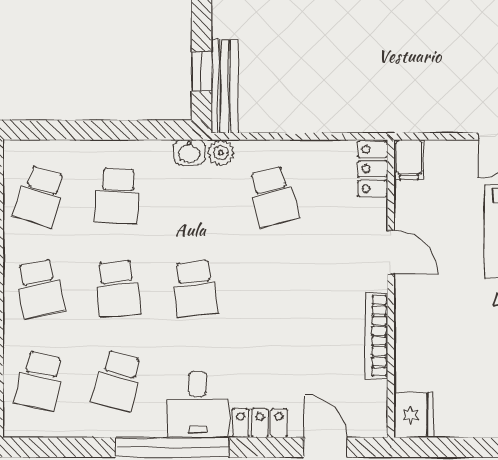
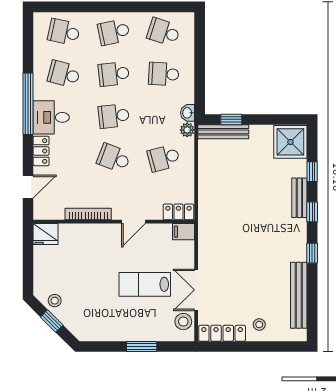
school desk: (273, 289) -> (114, 158), added

